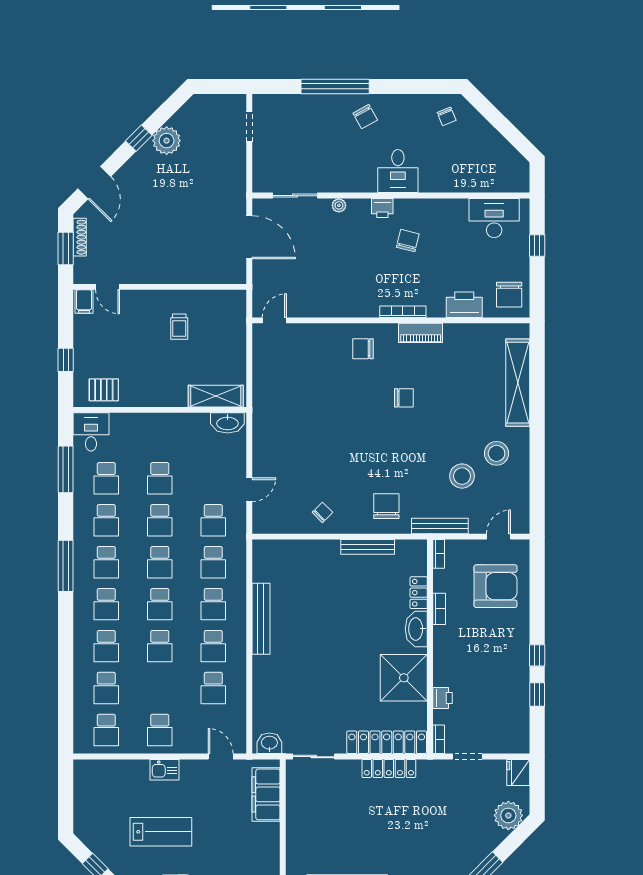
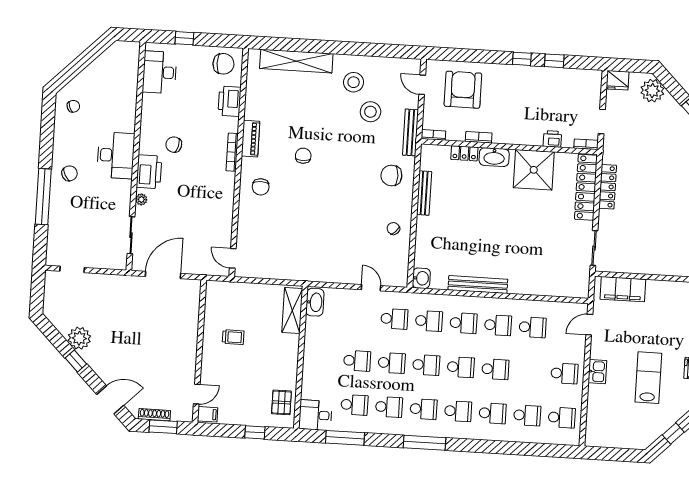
desk: (398, 171) -> (116, 155), width x1.37
printer: (382, 208) -> (149, 172), width x1.87, depth x1.48
washbasin: (269, 743) -> (421, 278), moved, turned 180

